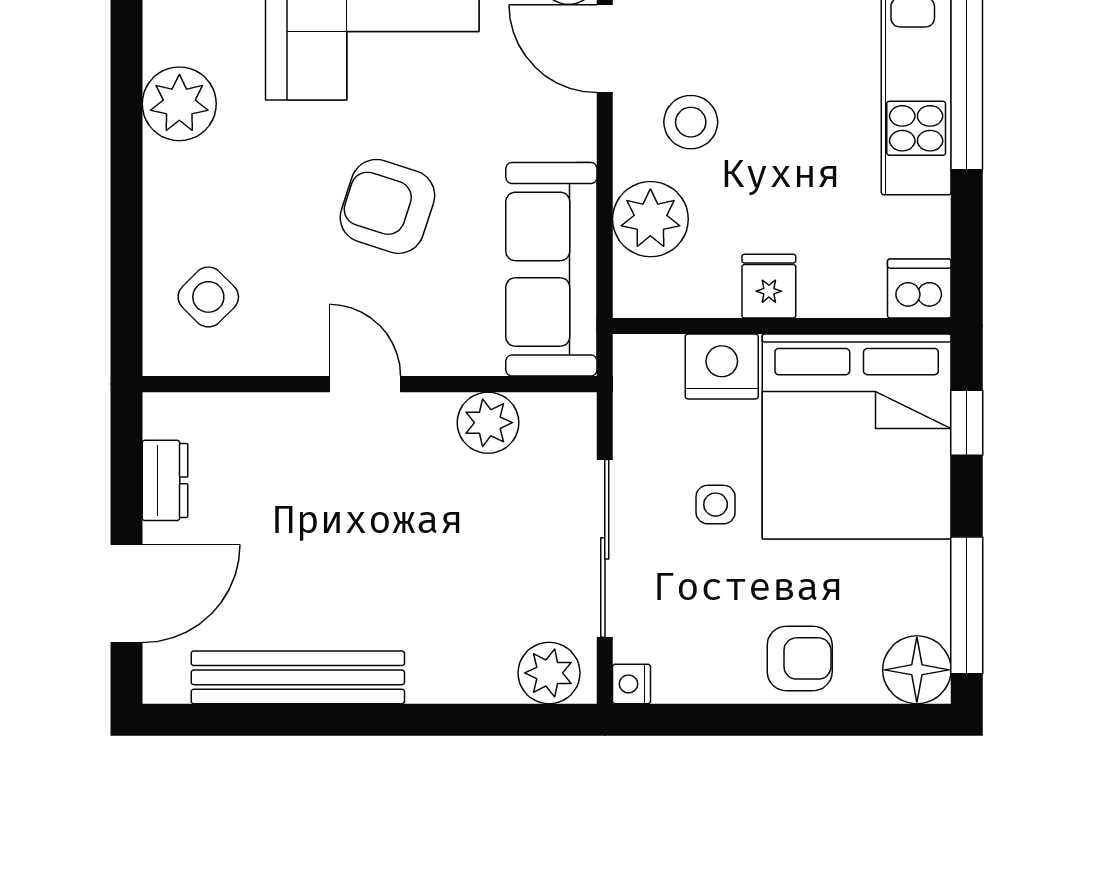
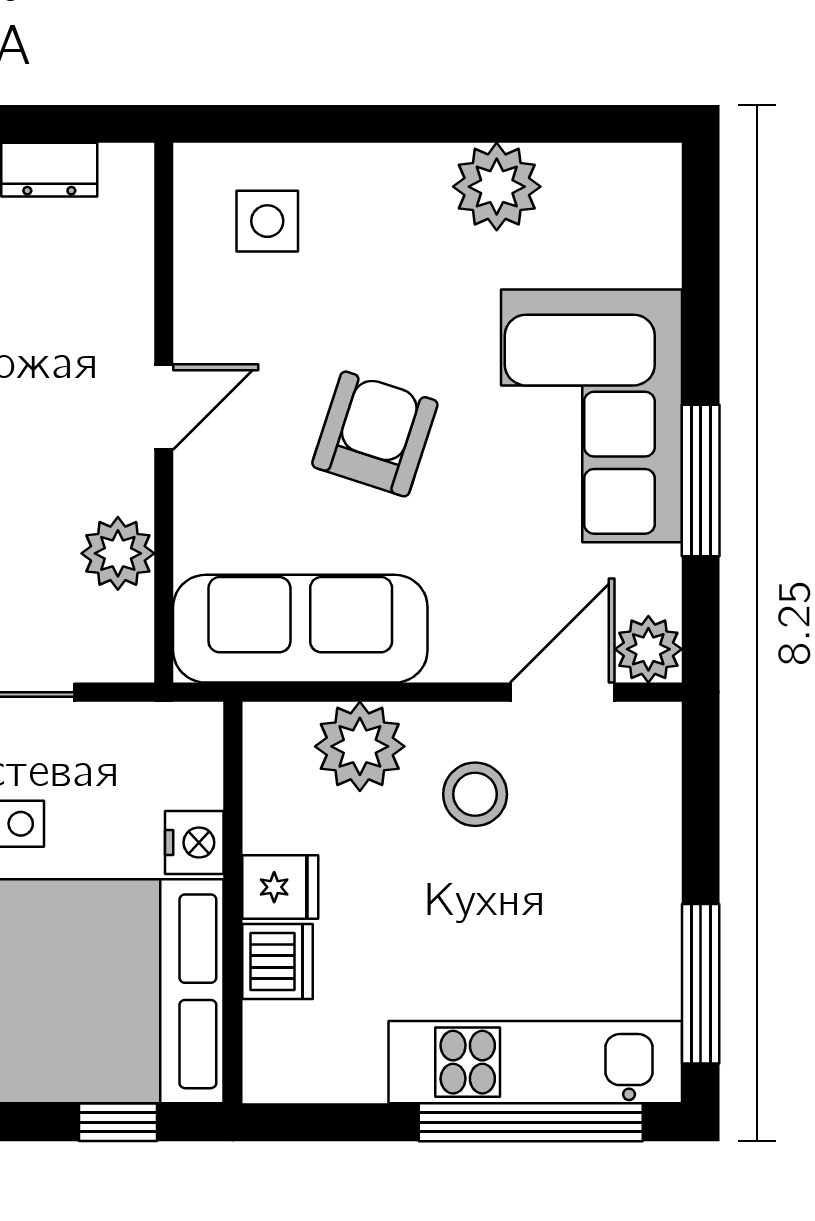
dishwasher: (919, 288) -> (277, 962), moved
side table: (208, 297) -> (267, 221), turned 45
nightstand: (722, 366) -> (194, 842), width x0.74, depth x0.75

